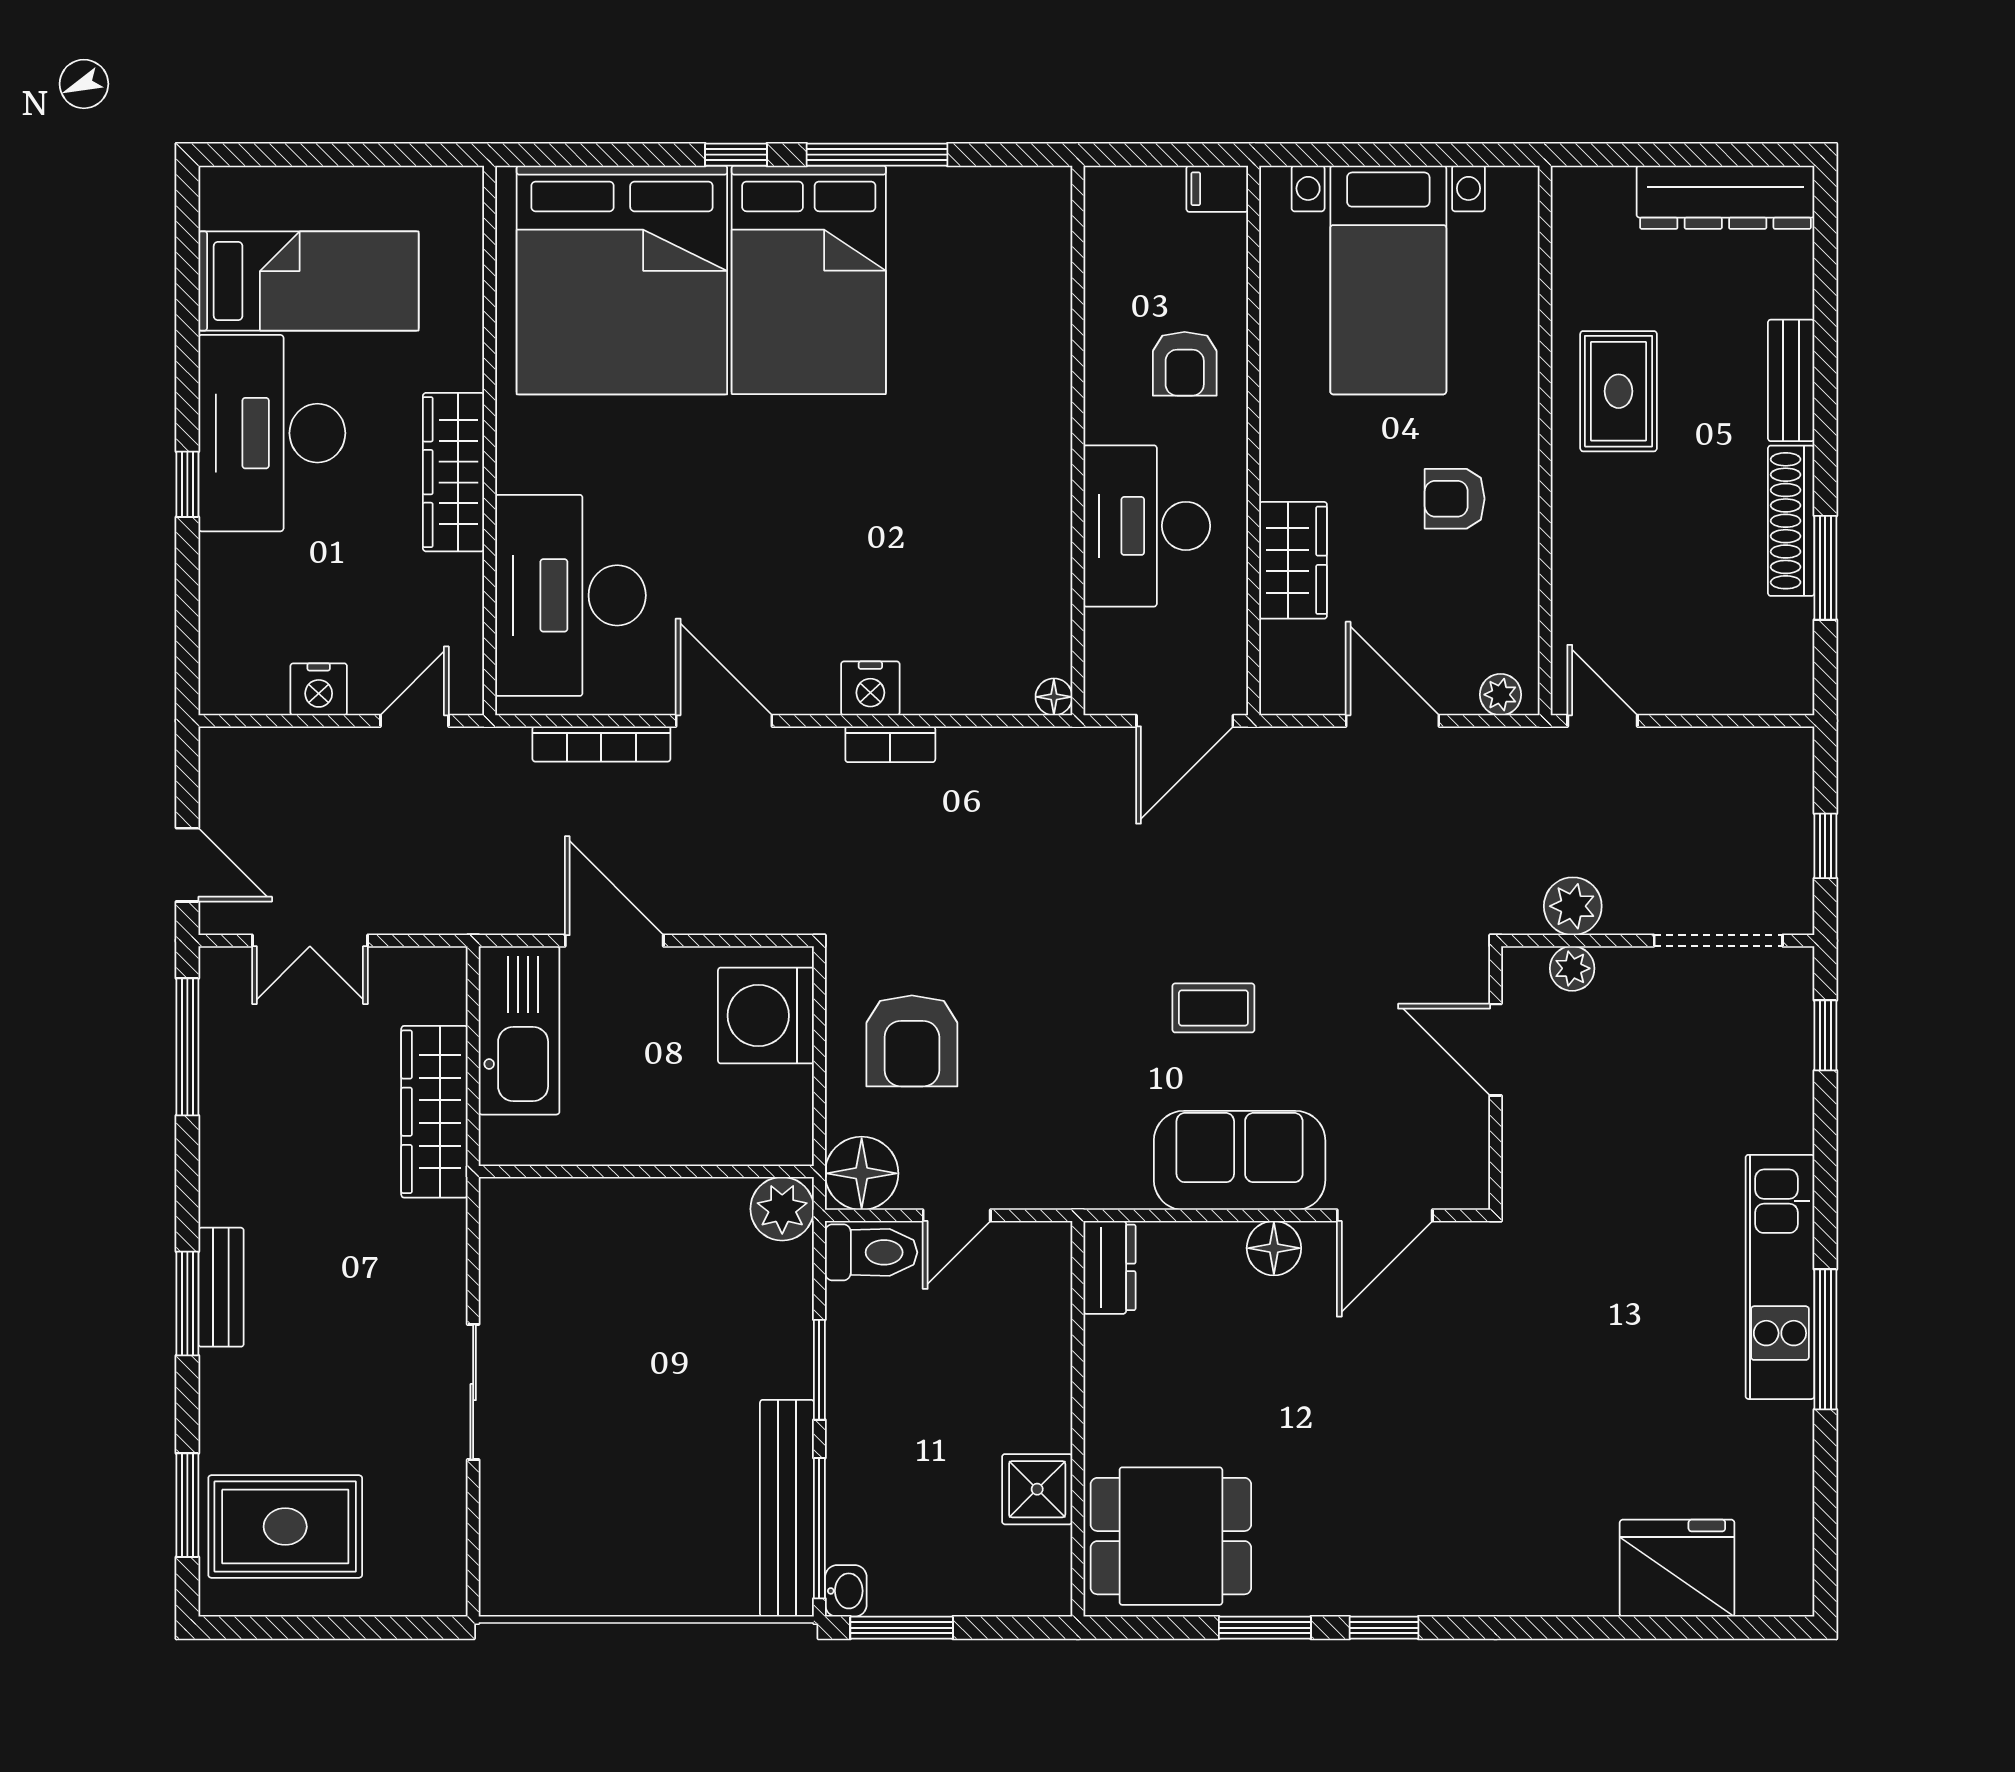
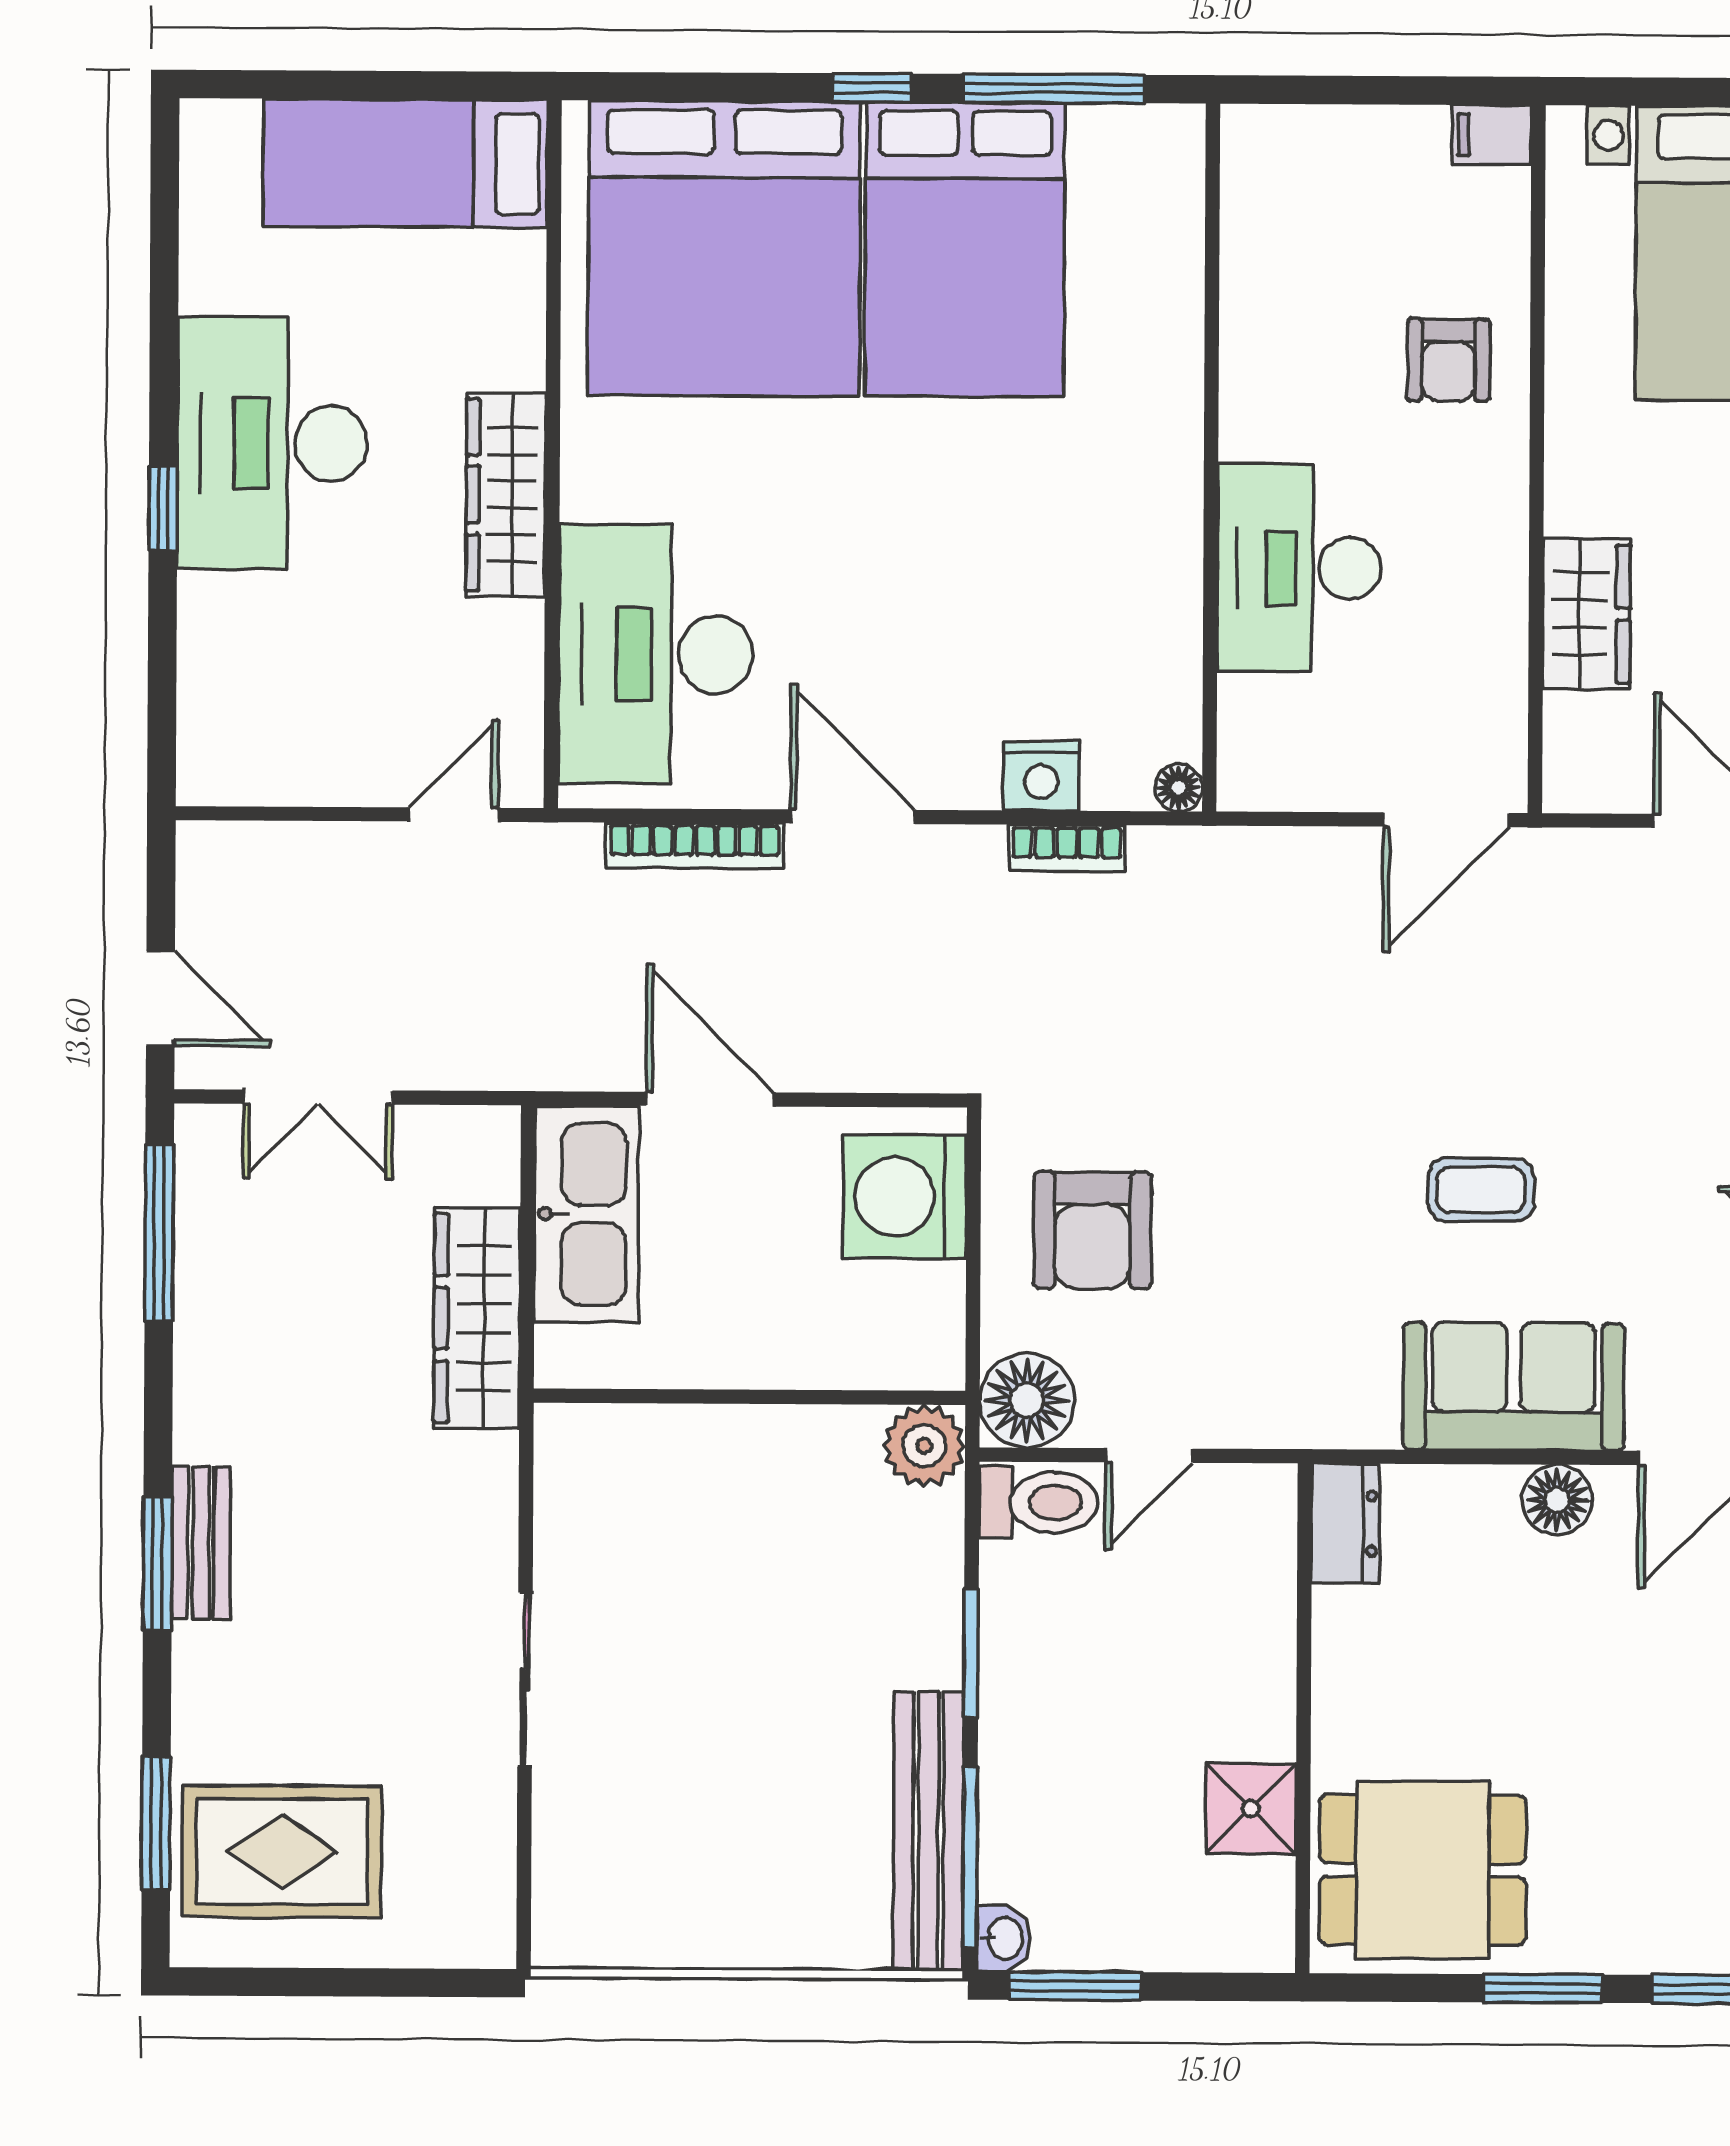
bed: (308, 281) -> (405, 163), moved, turned 180
wall: (1078, 440) -> (1211, 458), moved
desk: (1147, 526) -> (1299, 568), moved
nightstand: (319, 689) -> (331, 773), removed
floor lamp: (1054, 697) -> (1179, 788), moved

